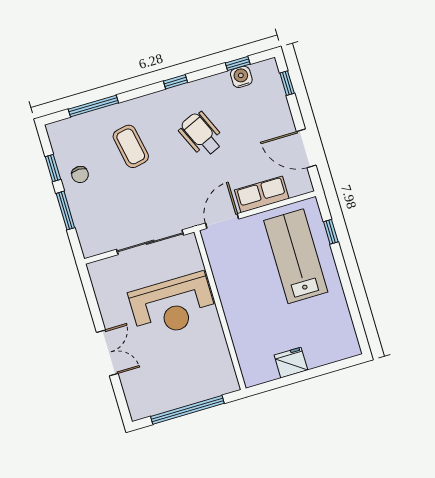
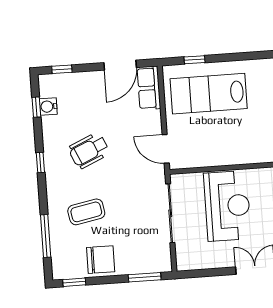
window: (53, 168) -> (74, 282), moved
chair: (80, 175) -> (101, 260), width x1.87, depth x1.87
row of seats: (262, 194) -> (149, 88), moved
window: (65, 211) -> (145, 277), moved

